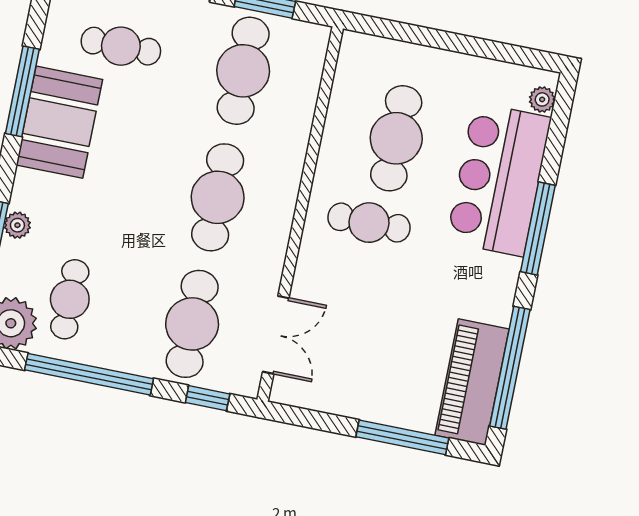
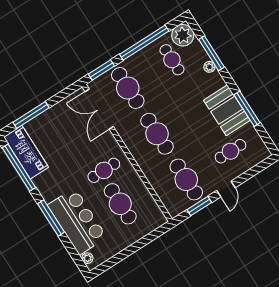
double door: (276, 335) -> (99, 109), width x1.37
window: (208, 398) -> (101, 70), width x1.50

